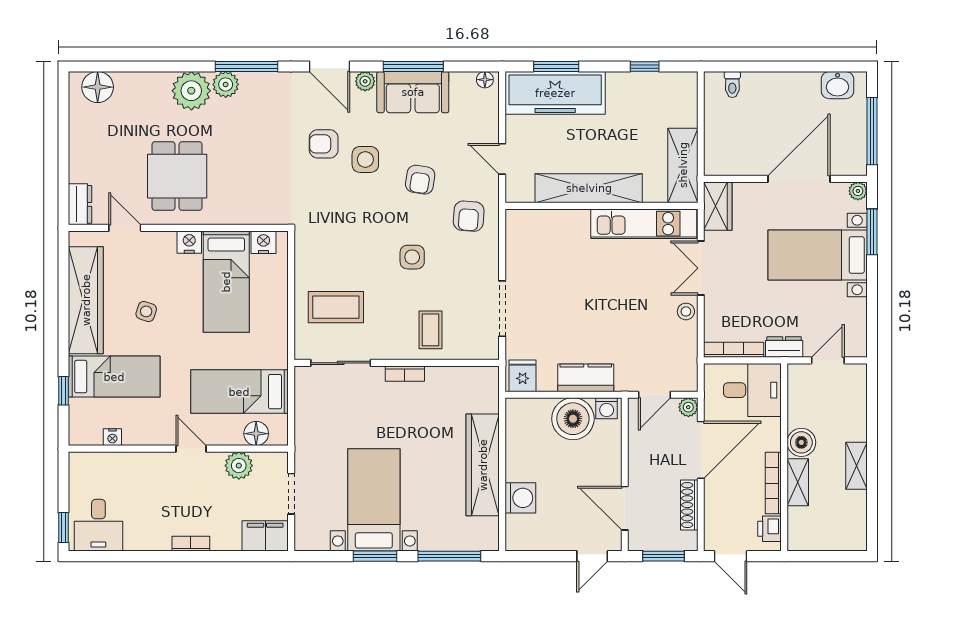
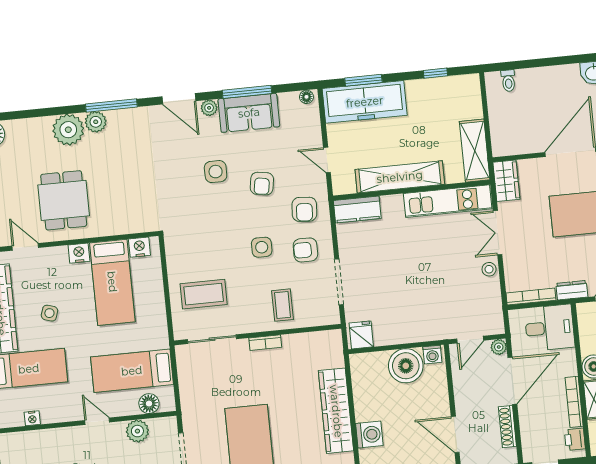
armchair: (324, 144) -> (305, 250), moved
kitchen counter: (586, 378) -> (357, 209), moved, turned 180

